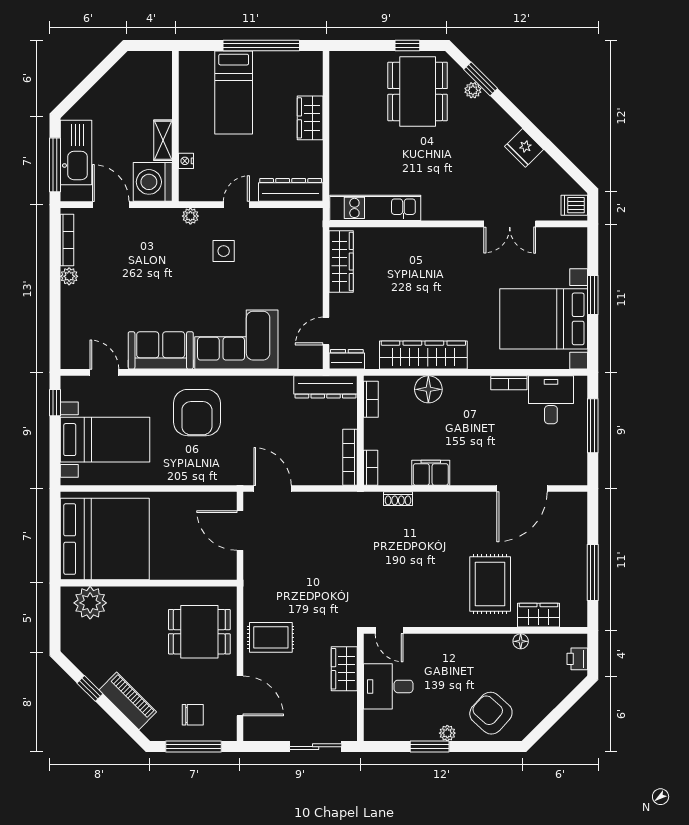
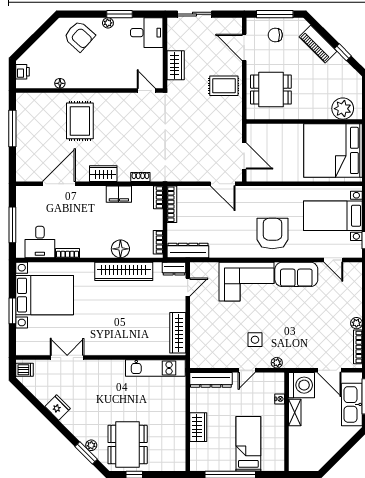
wardrobe: (539, 615) -> (103, 174), moved, turned 180
desk: (388, 686) -> (147, 33), moved

